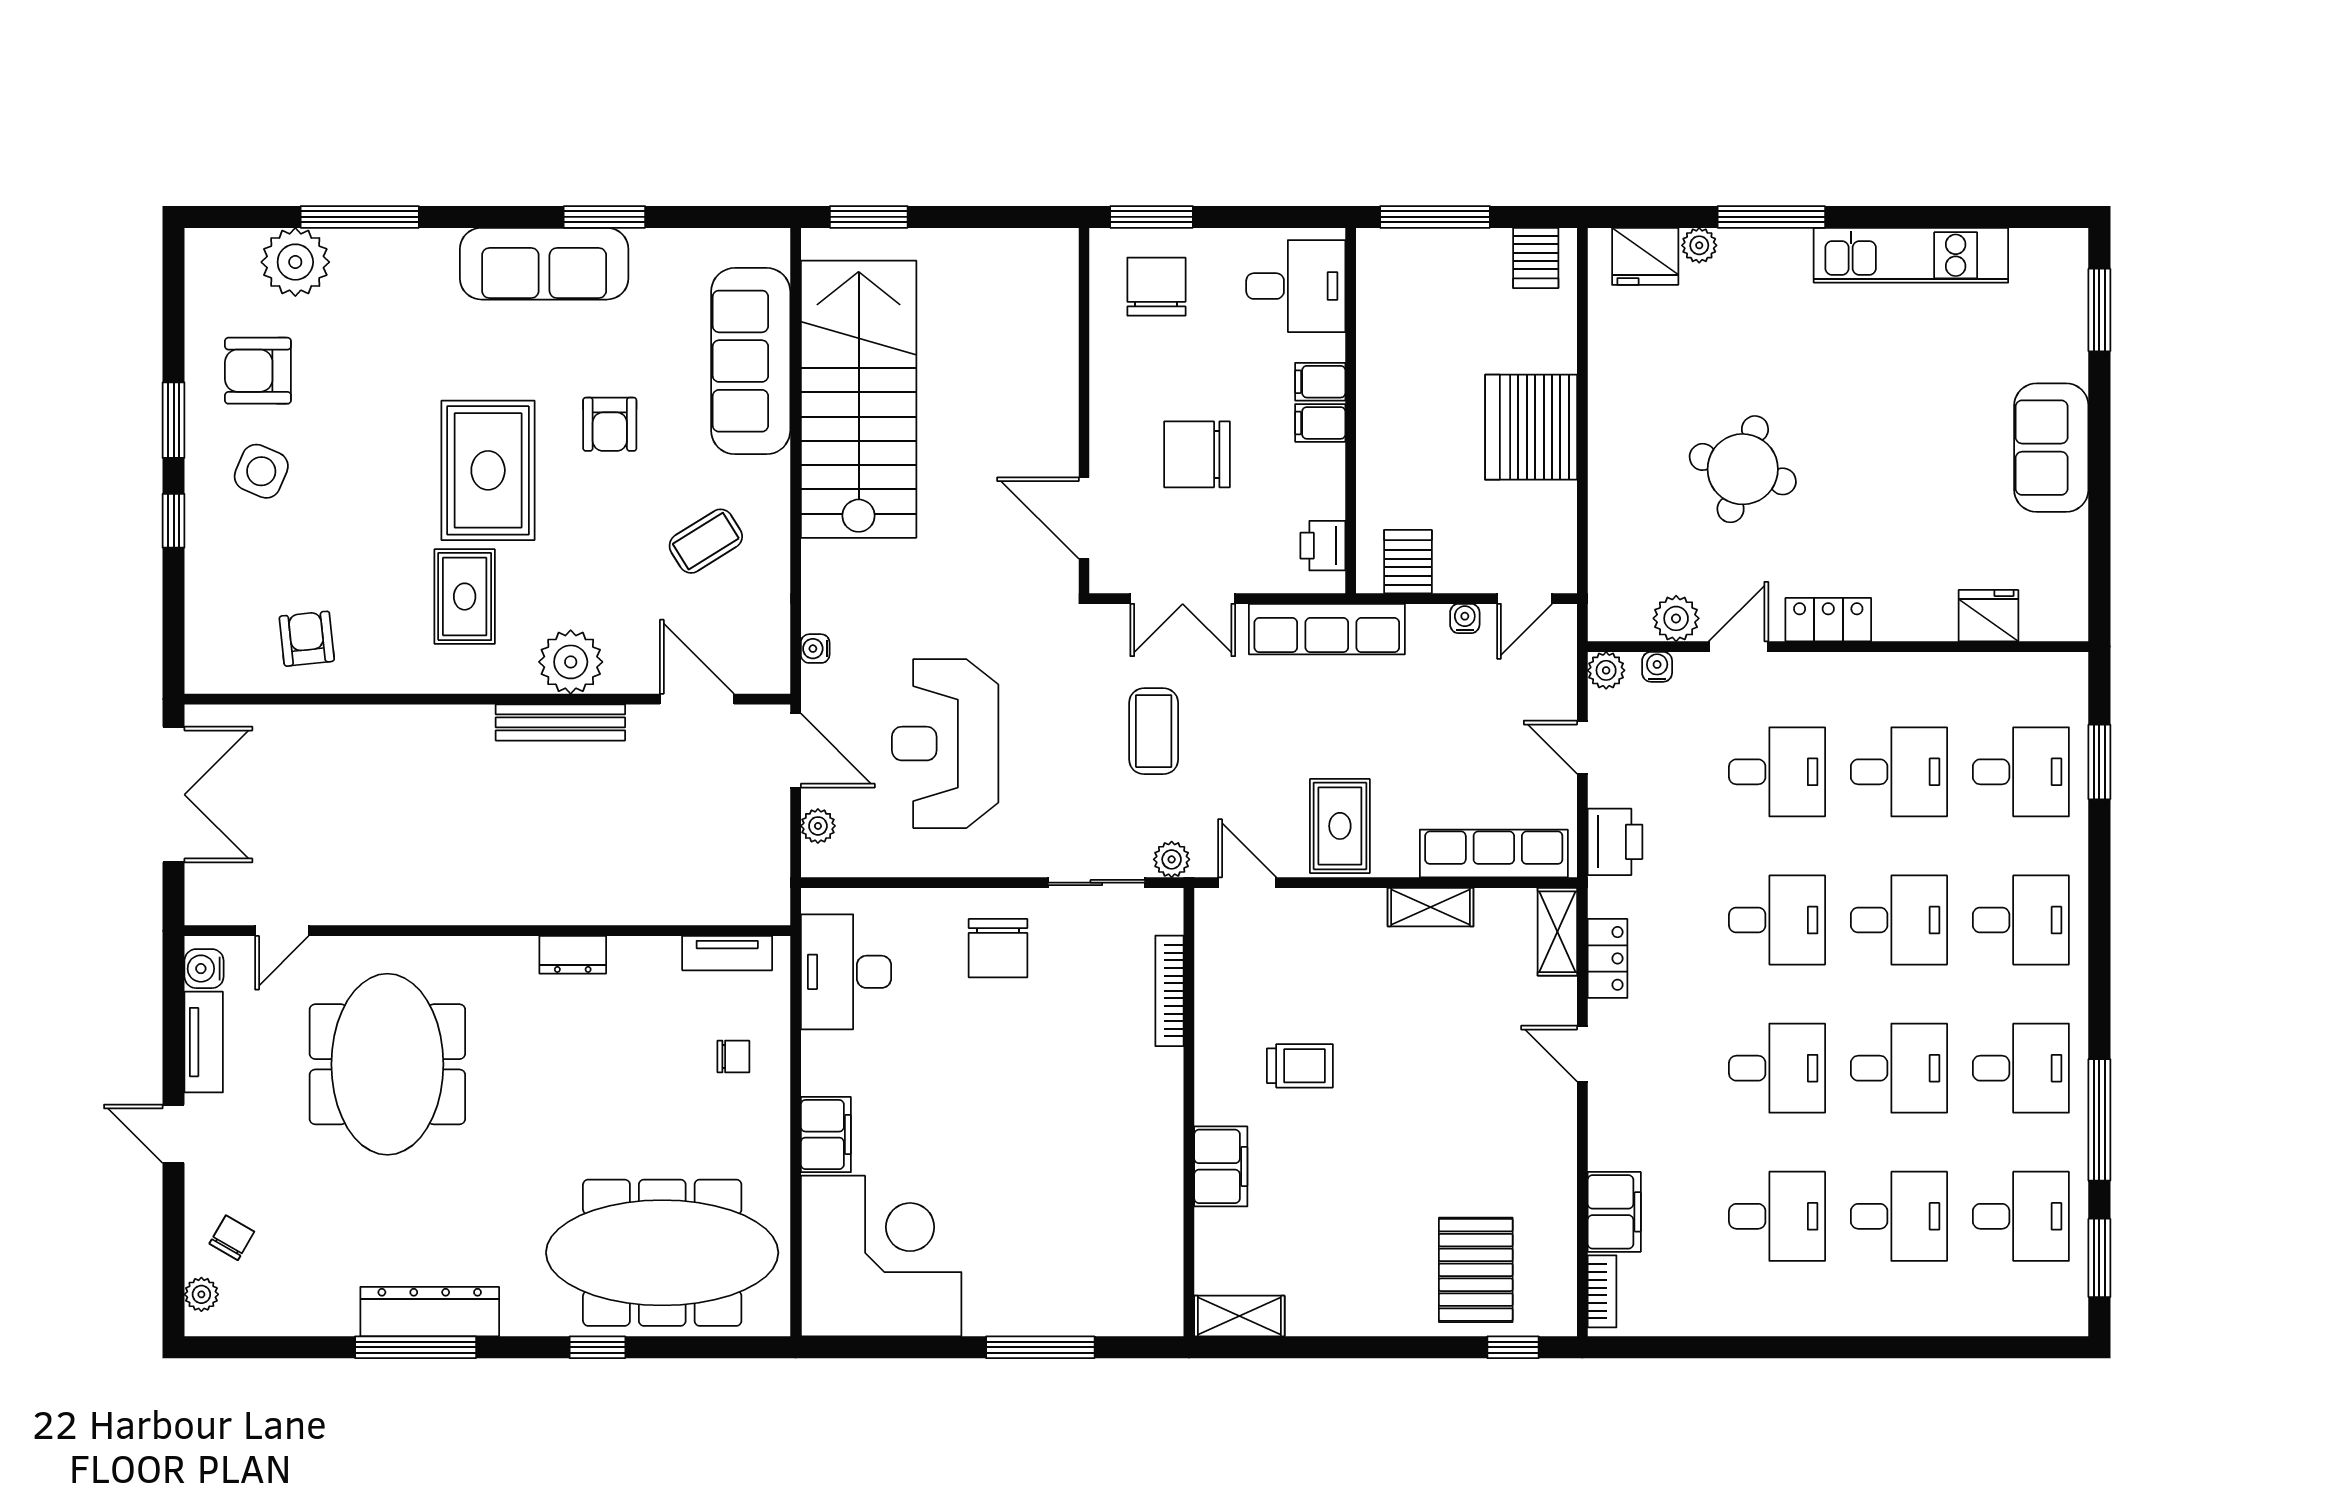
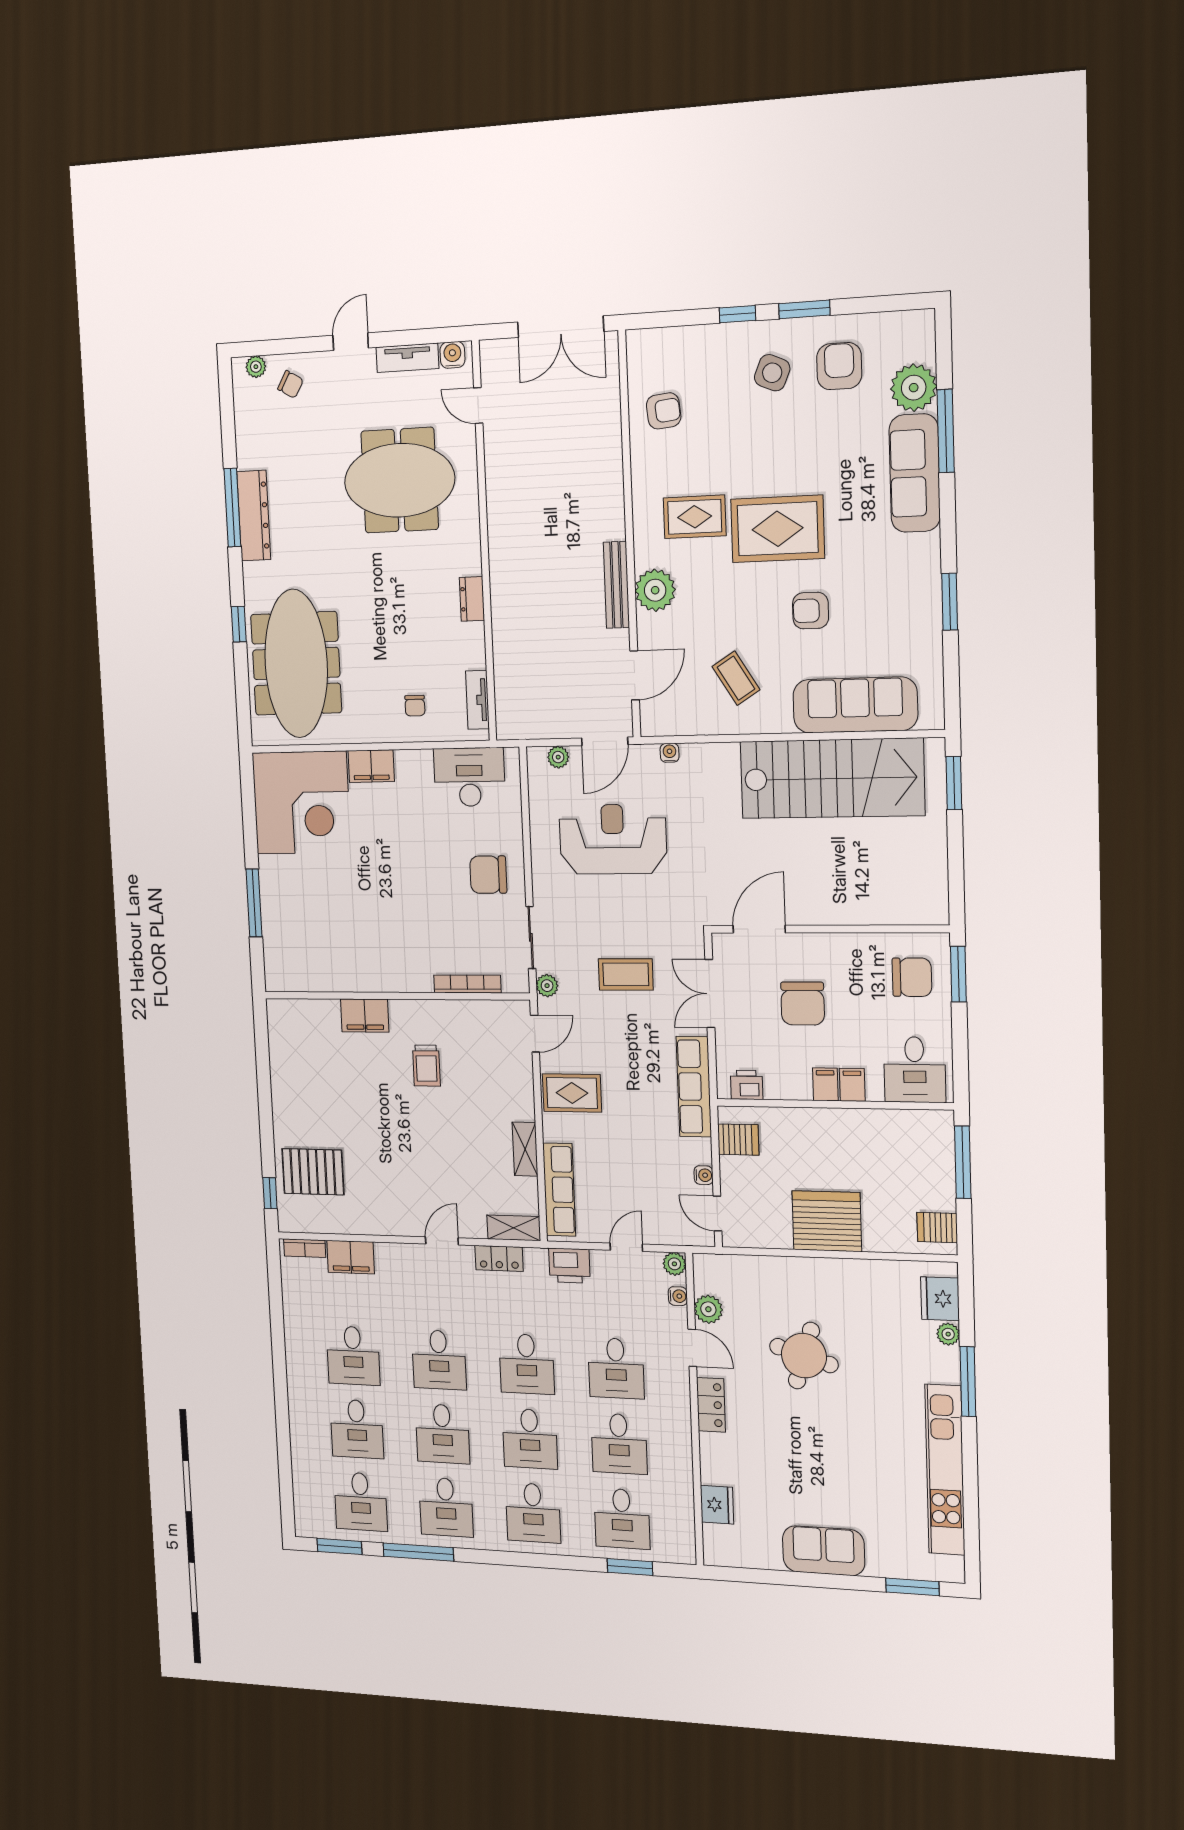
kitchen unit: (1911, 255) -> (945, 1470), width x1.36
sofa: (544, 264) -> (915, 473), moved
chair: (1197, 454) -> (803, 1003), turned 180
shelving: (1239, 1316) -> (279, 1026), removed

